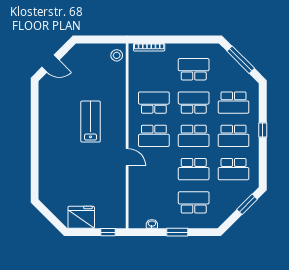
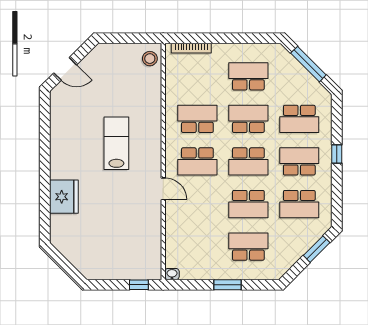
school desk: (234, 136) -> (299, 161), turned 180
fridge: (81, 217) -> (64, 197), moved, turned 90
washbasin: (152, 224) -> (172, 274), moved

